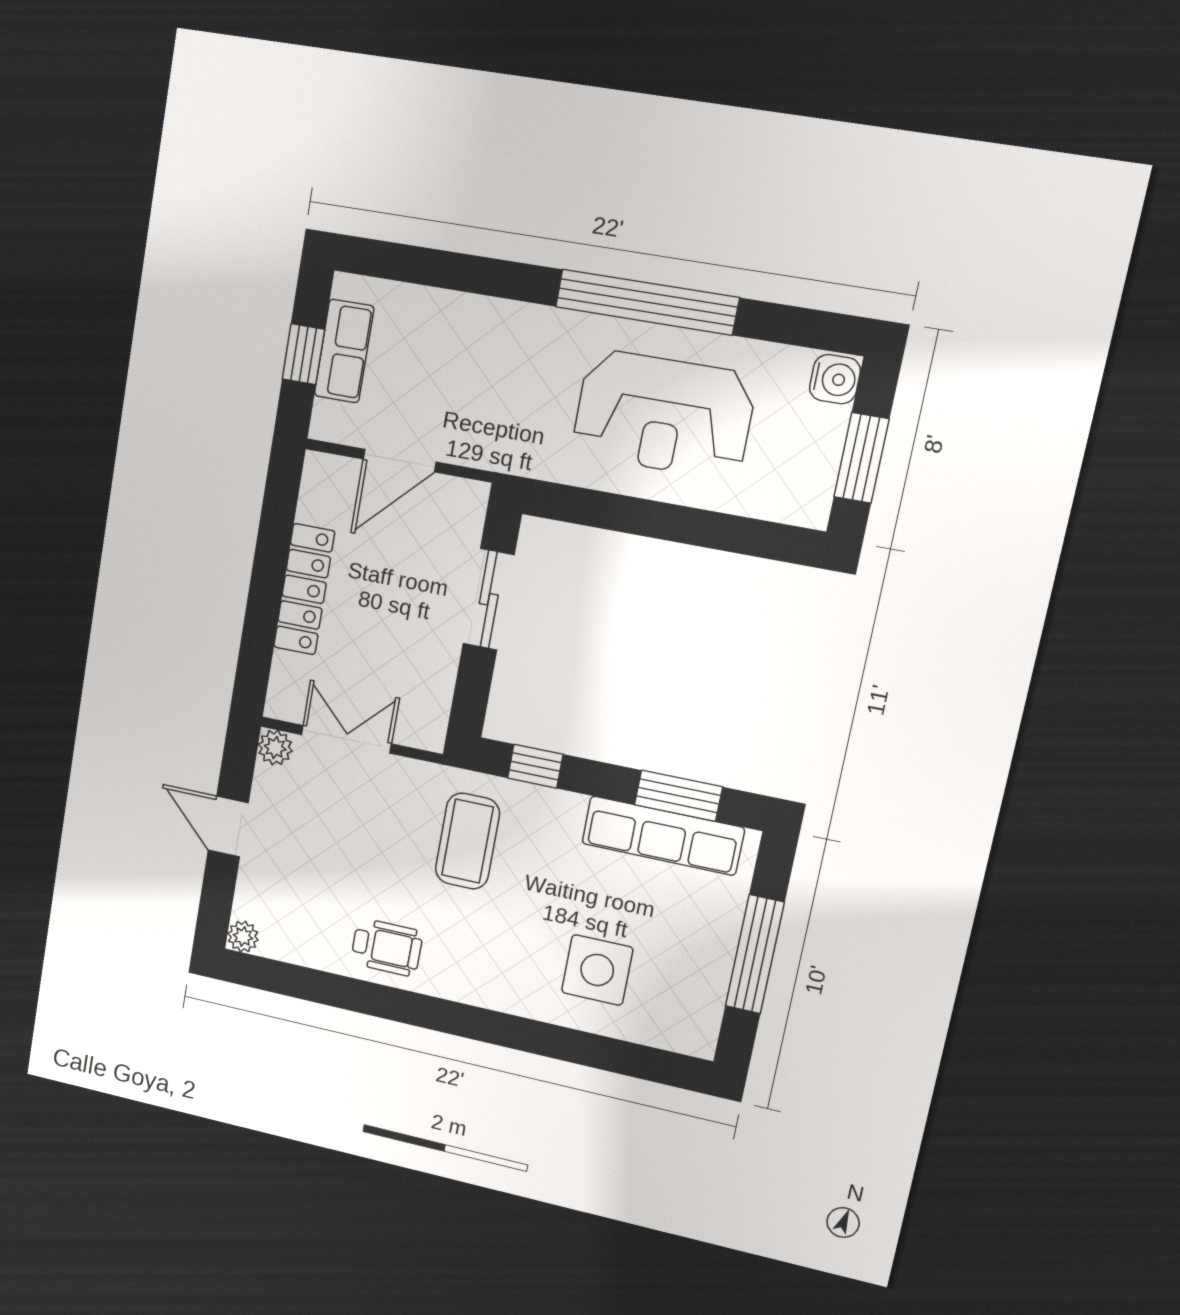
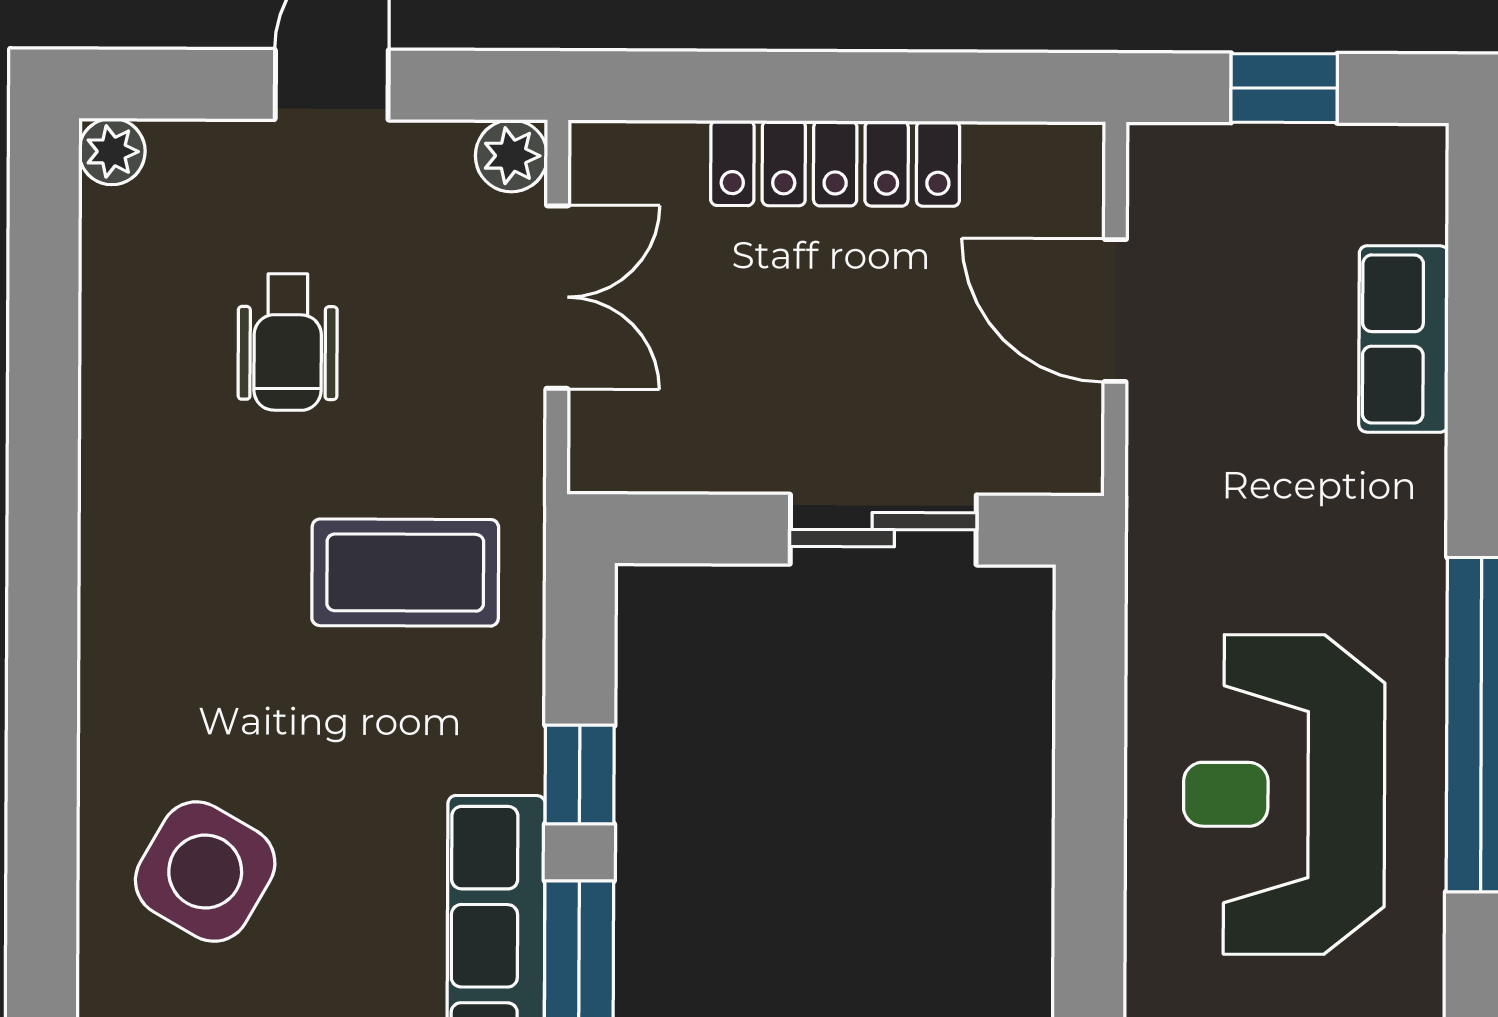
row of seats: (344, 351) -> (1404, 339), moved, turned 90
window: (535, 766) -> (580, 775), moved
wheelchair: (387, 947) -> (288, 342), moved
side table: (597, 970) -> (205, 872), turned 30

